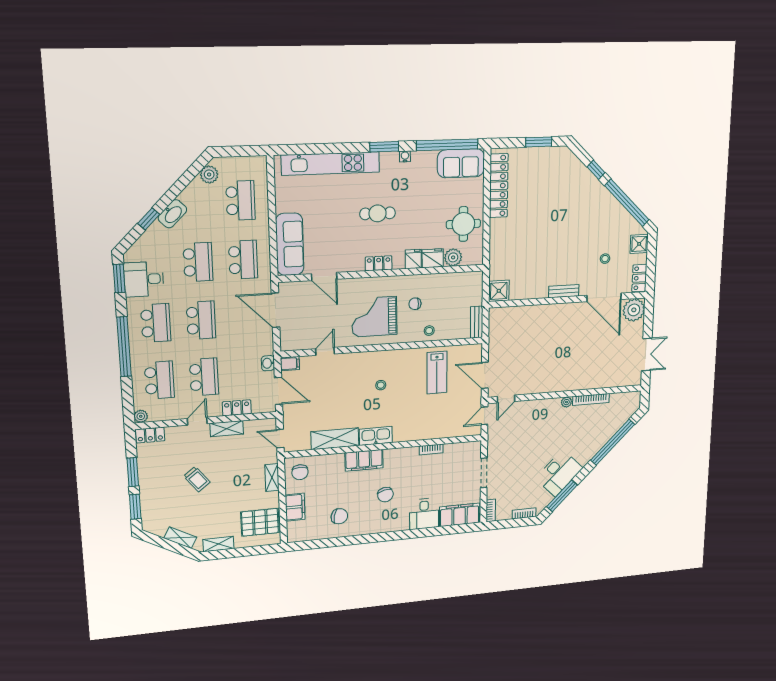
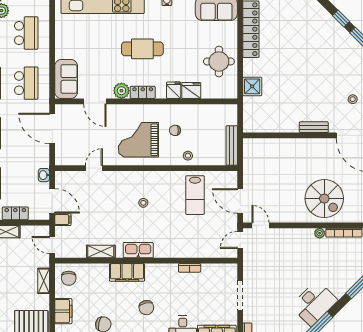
cafe table: (378, 213) -> (142, 49), width x1.37, depth x1.35
sofa: (290, 244) -> (66, 79), width x0.73
plant: (453, 257) -> (121, 91), moved
shower: (499, 291) -> (252, 86), moved
bench: (477, 322) -> (232, 145), width x1.36
filing cabinet: (290, 364) -> (63, 220), moved
spiral stairs: (572, 366) -> (324, 199), added
door: (506, 399) -> (261, 225), swing flipped
shelving: (335, 439) -> (101, 252), width x0.67, depth x0.75

